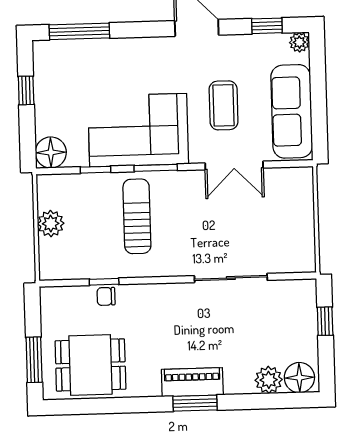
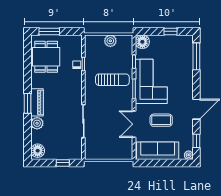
plant: (269, 380) -> (37, 123), moved

